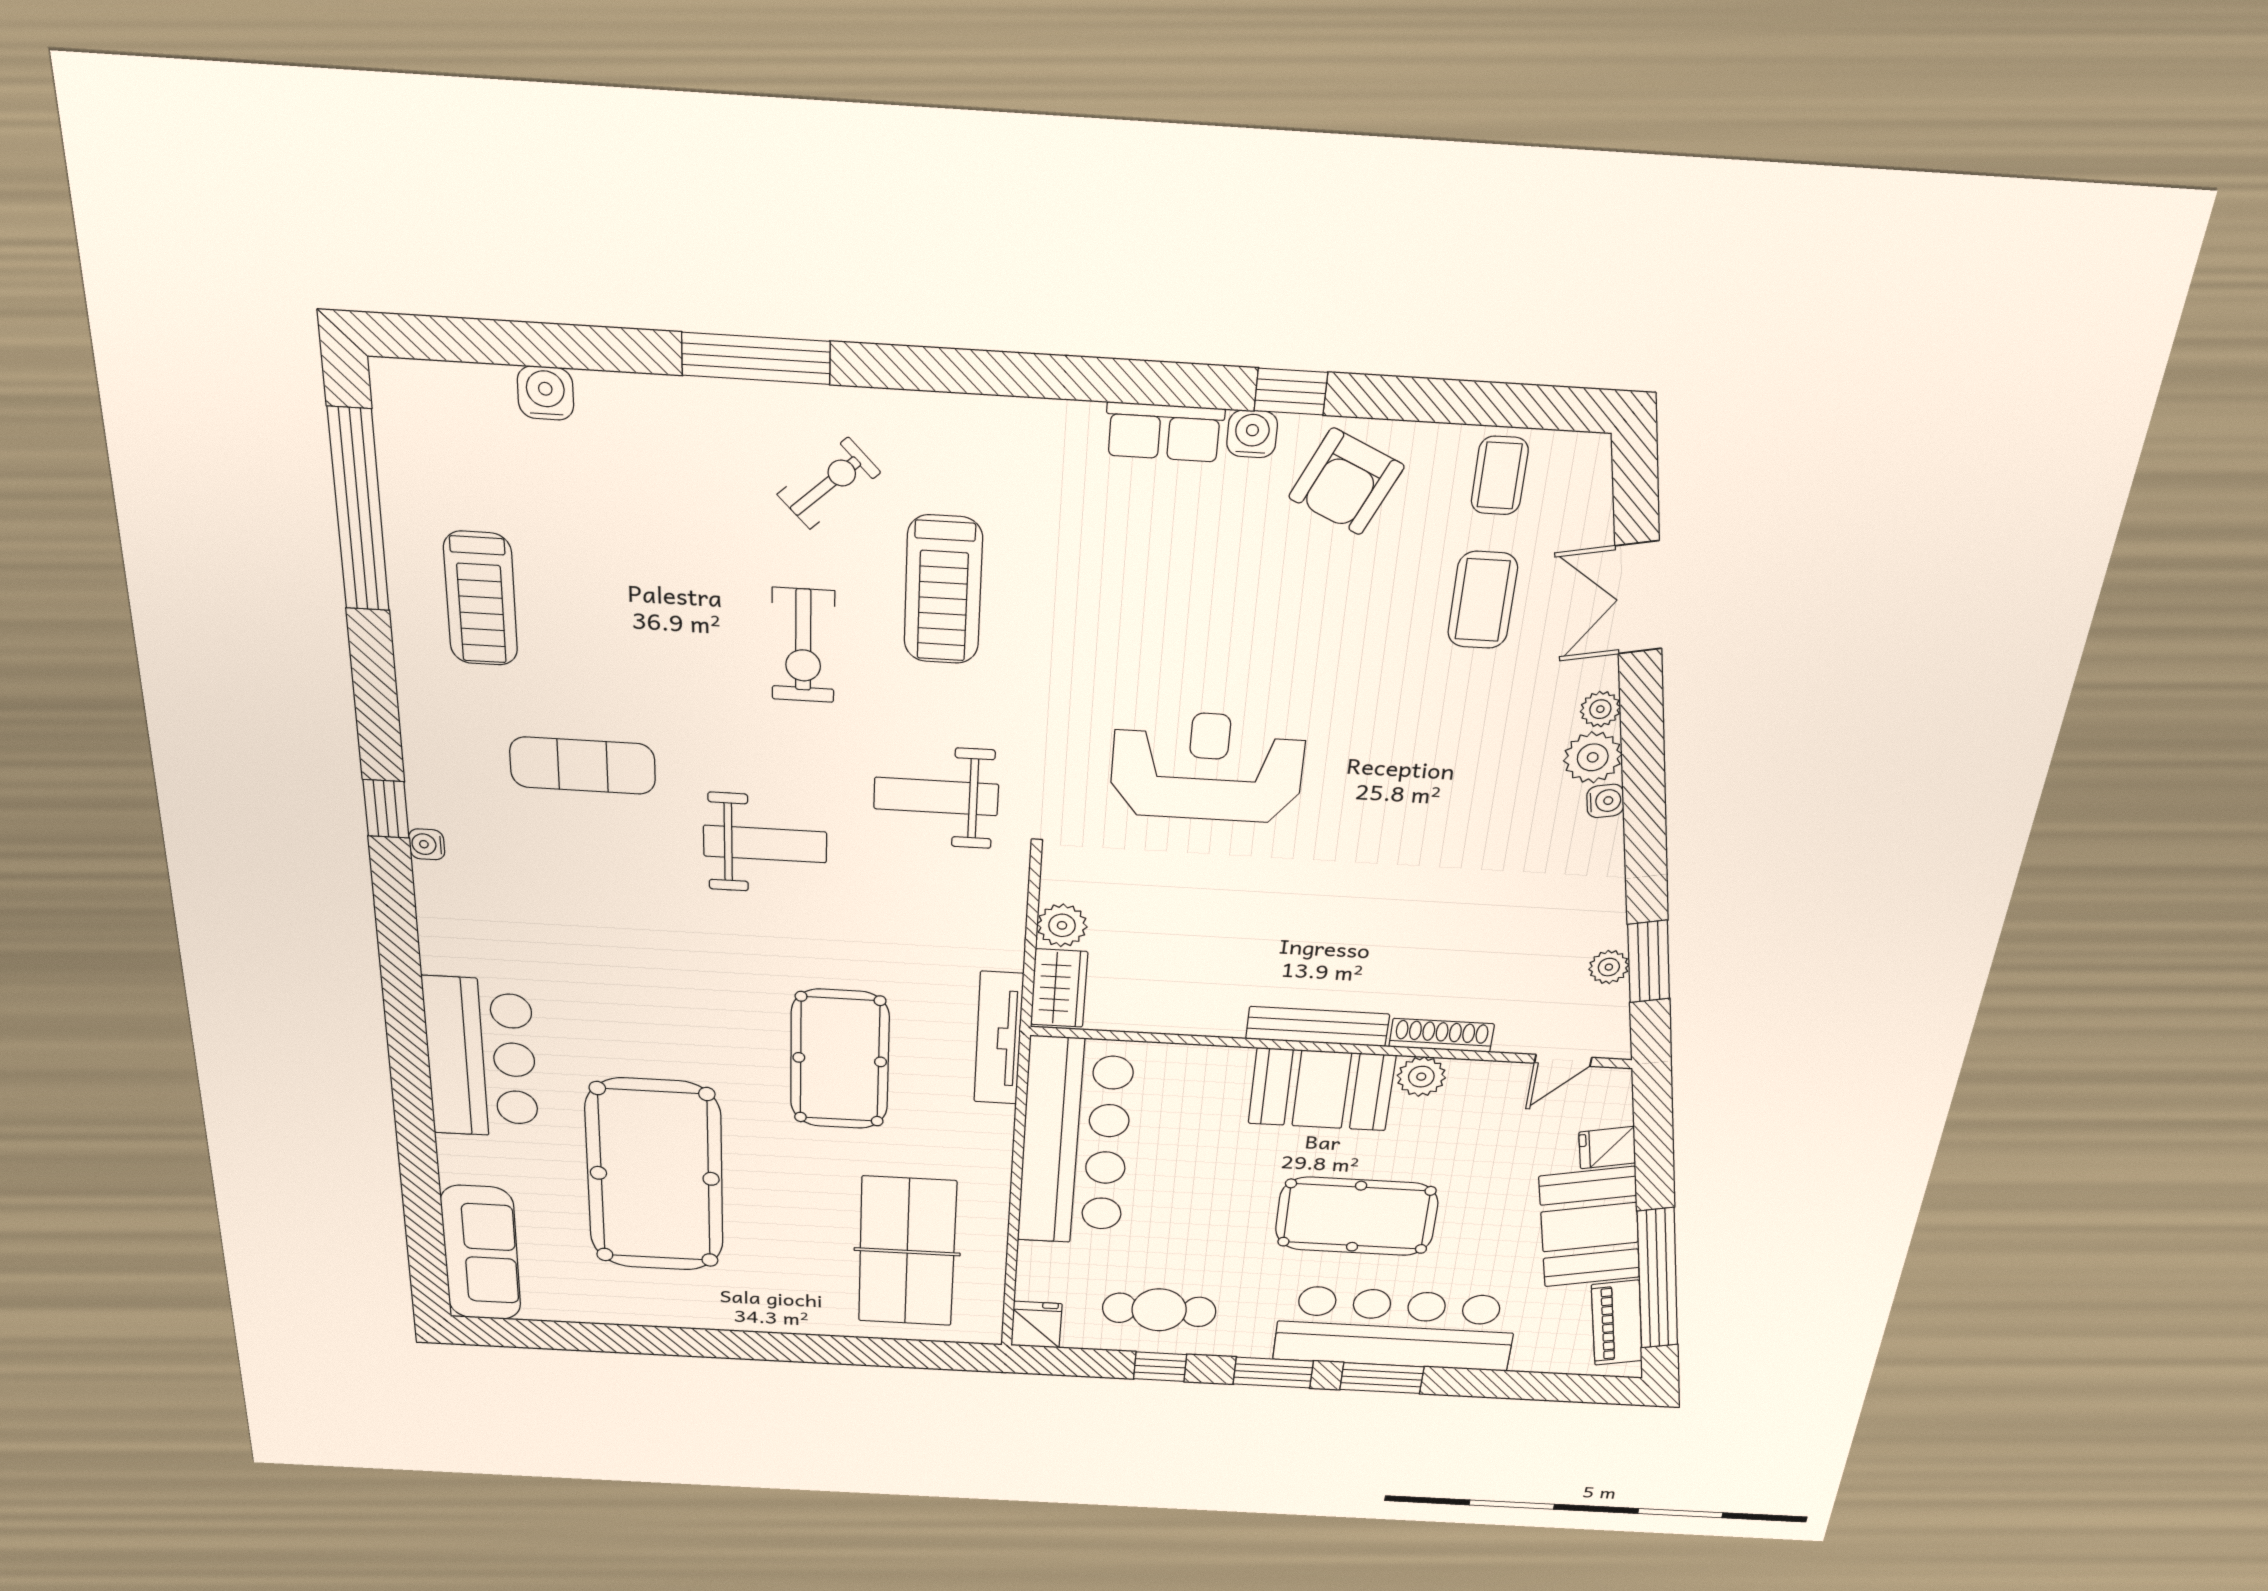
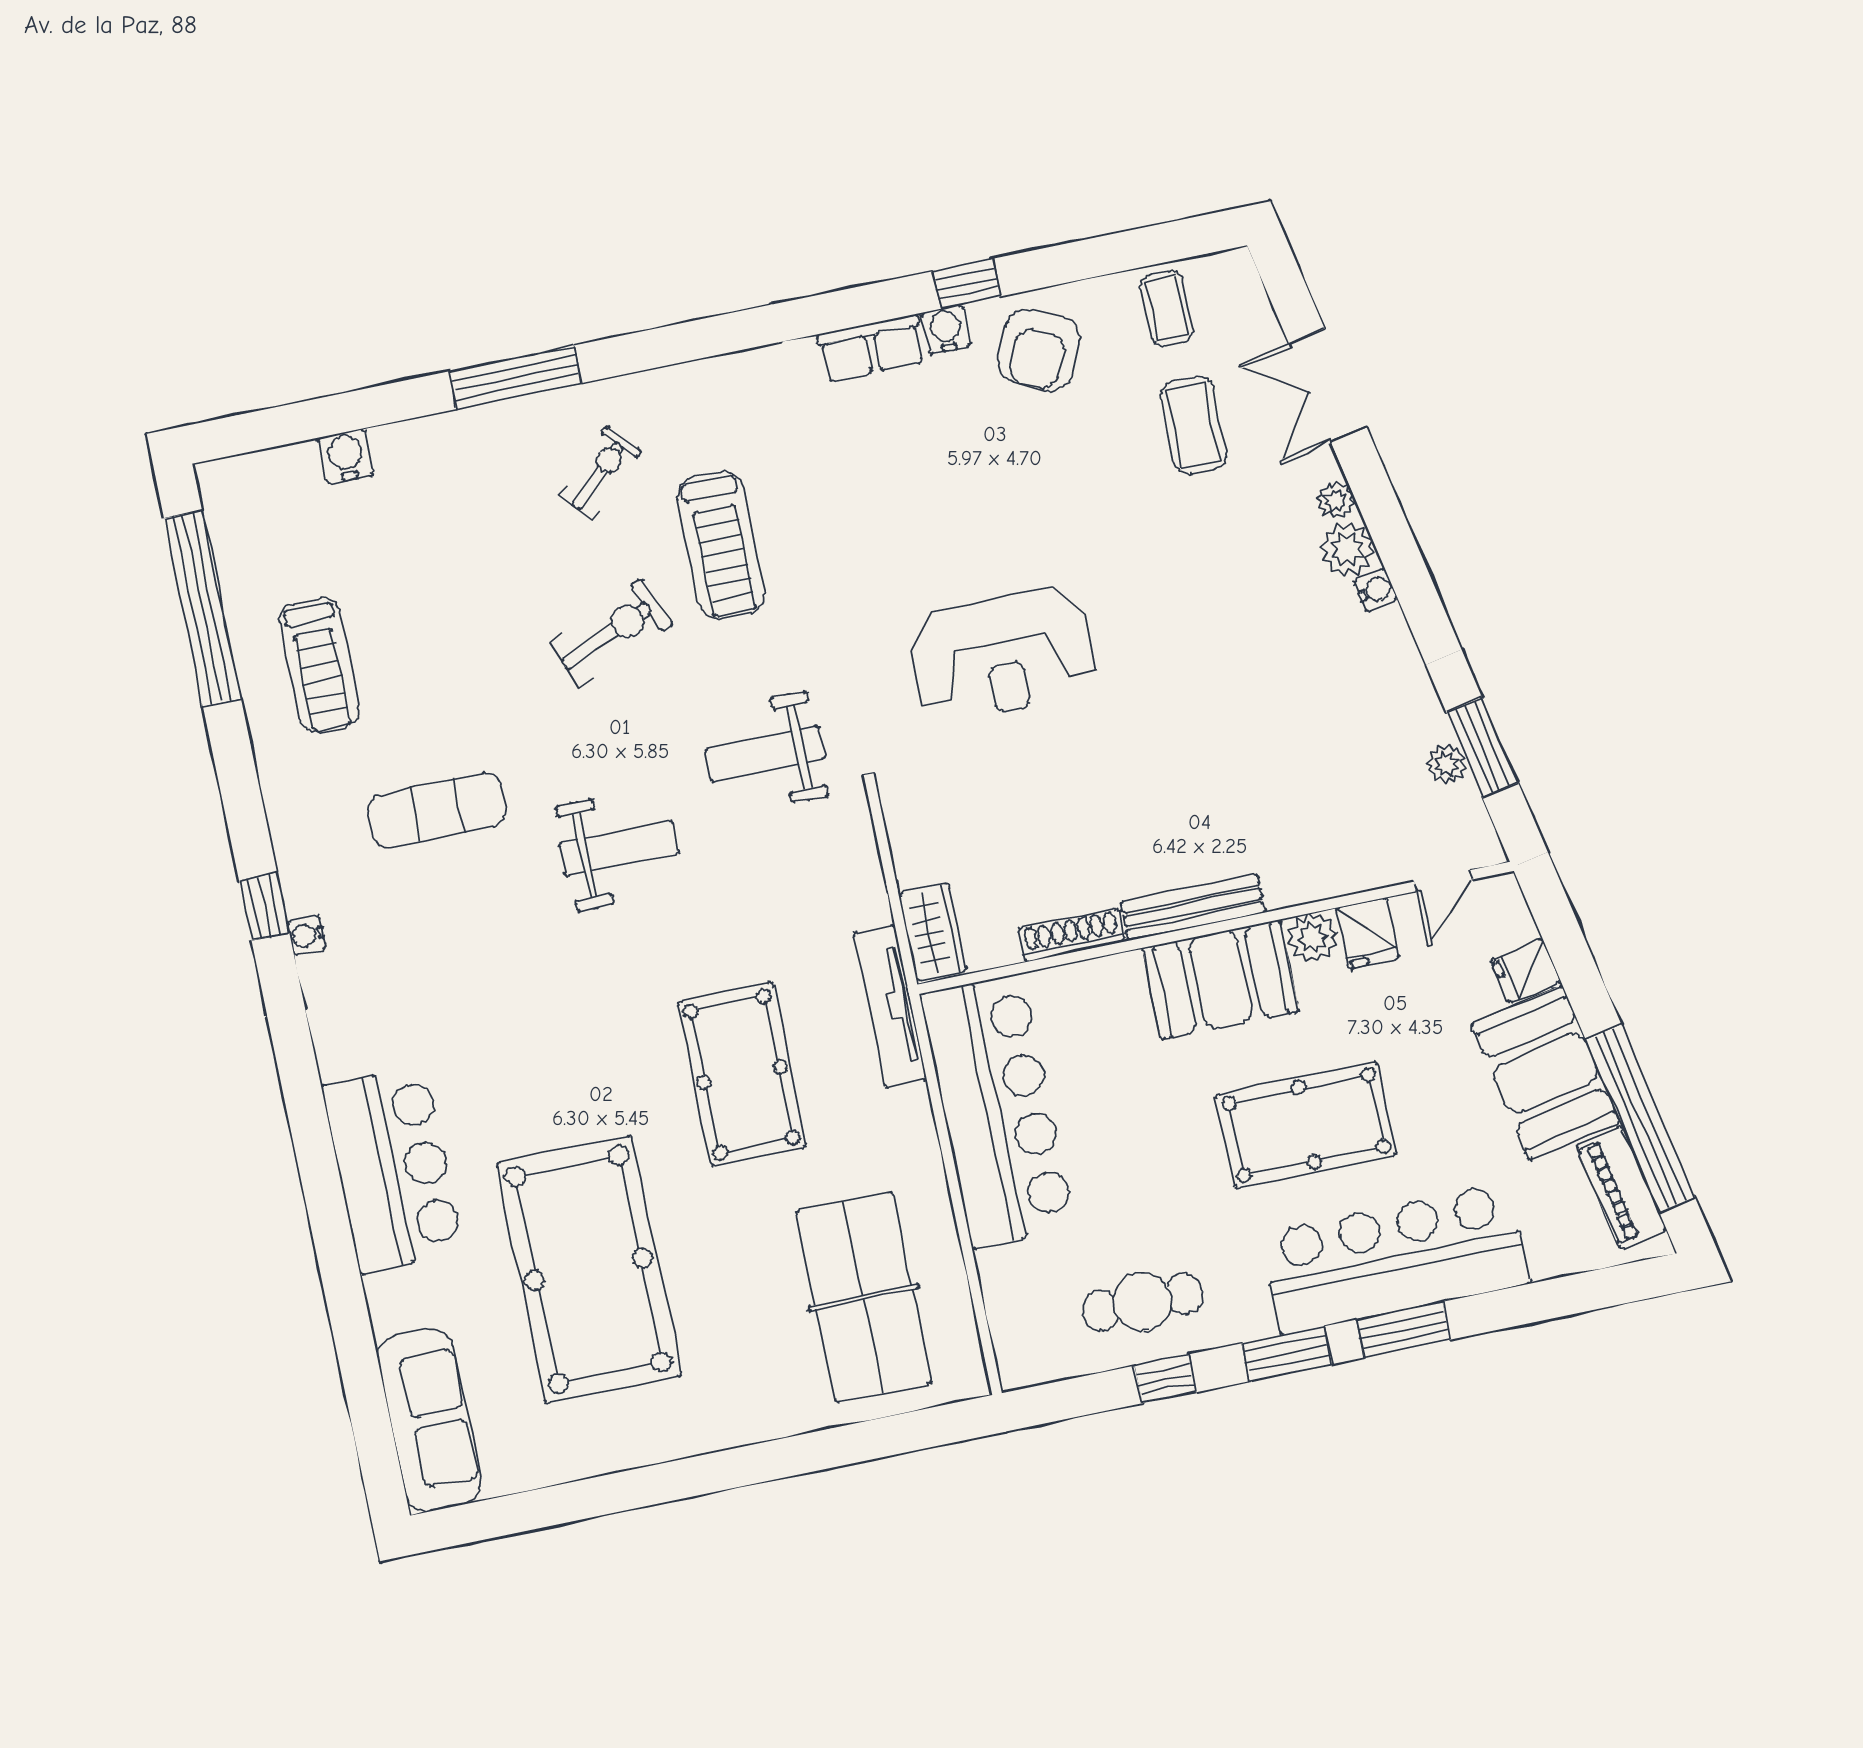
exercise bike: (803, 645) -> (611, 633), turned -113
reception desk: (1207, 767) -> (1003, 655), turned 180
plant: (1062, 925) -> (917, 861), removed
shoe rack: (1442, 1035) -> (1071, 935), moved
fridge: (1036, 1325) -> (1368, 933), moved, turned 180

